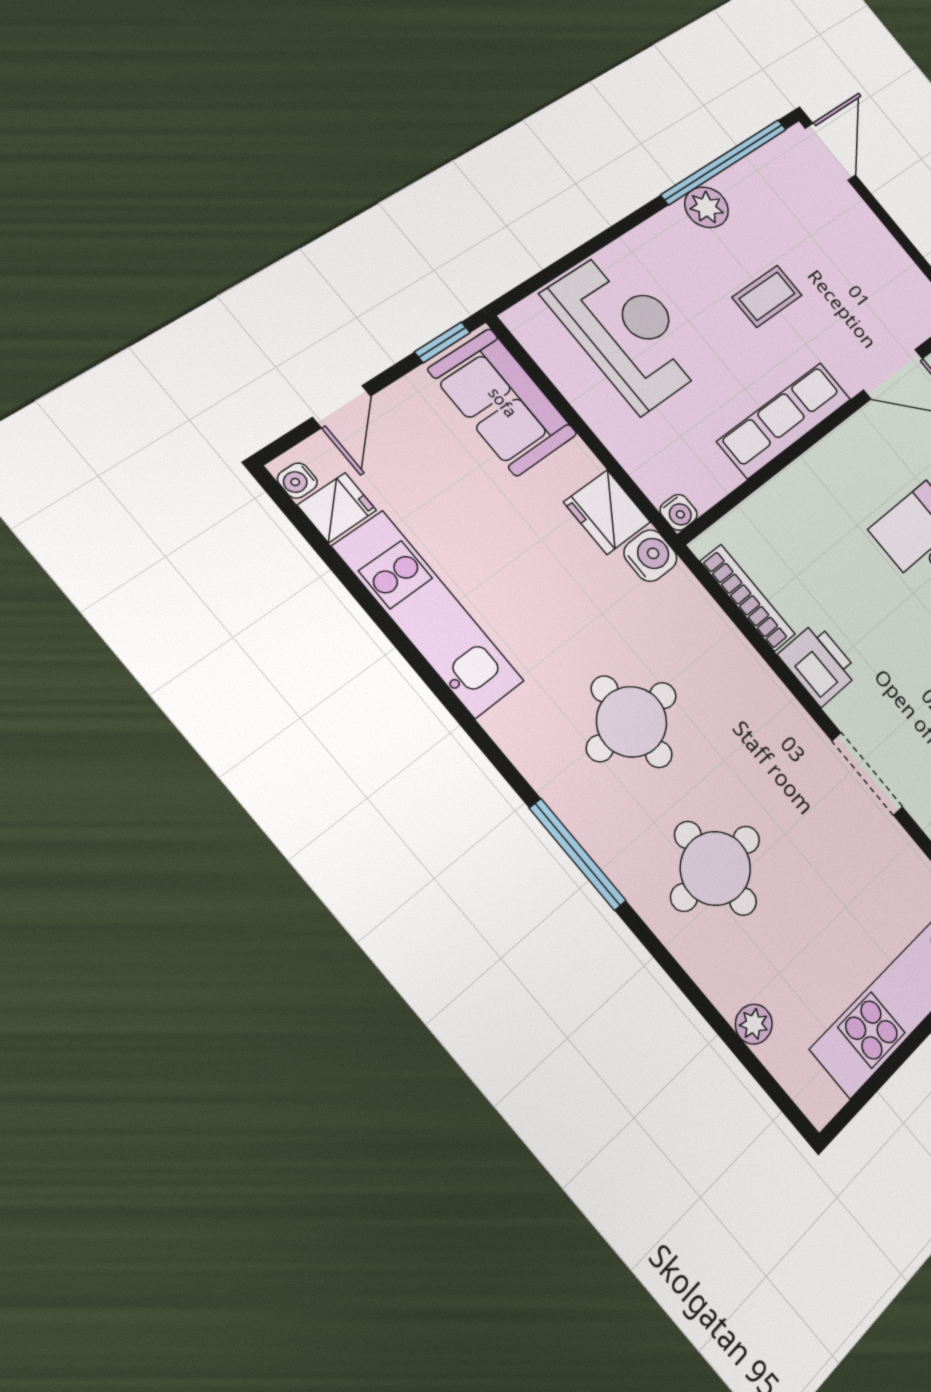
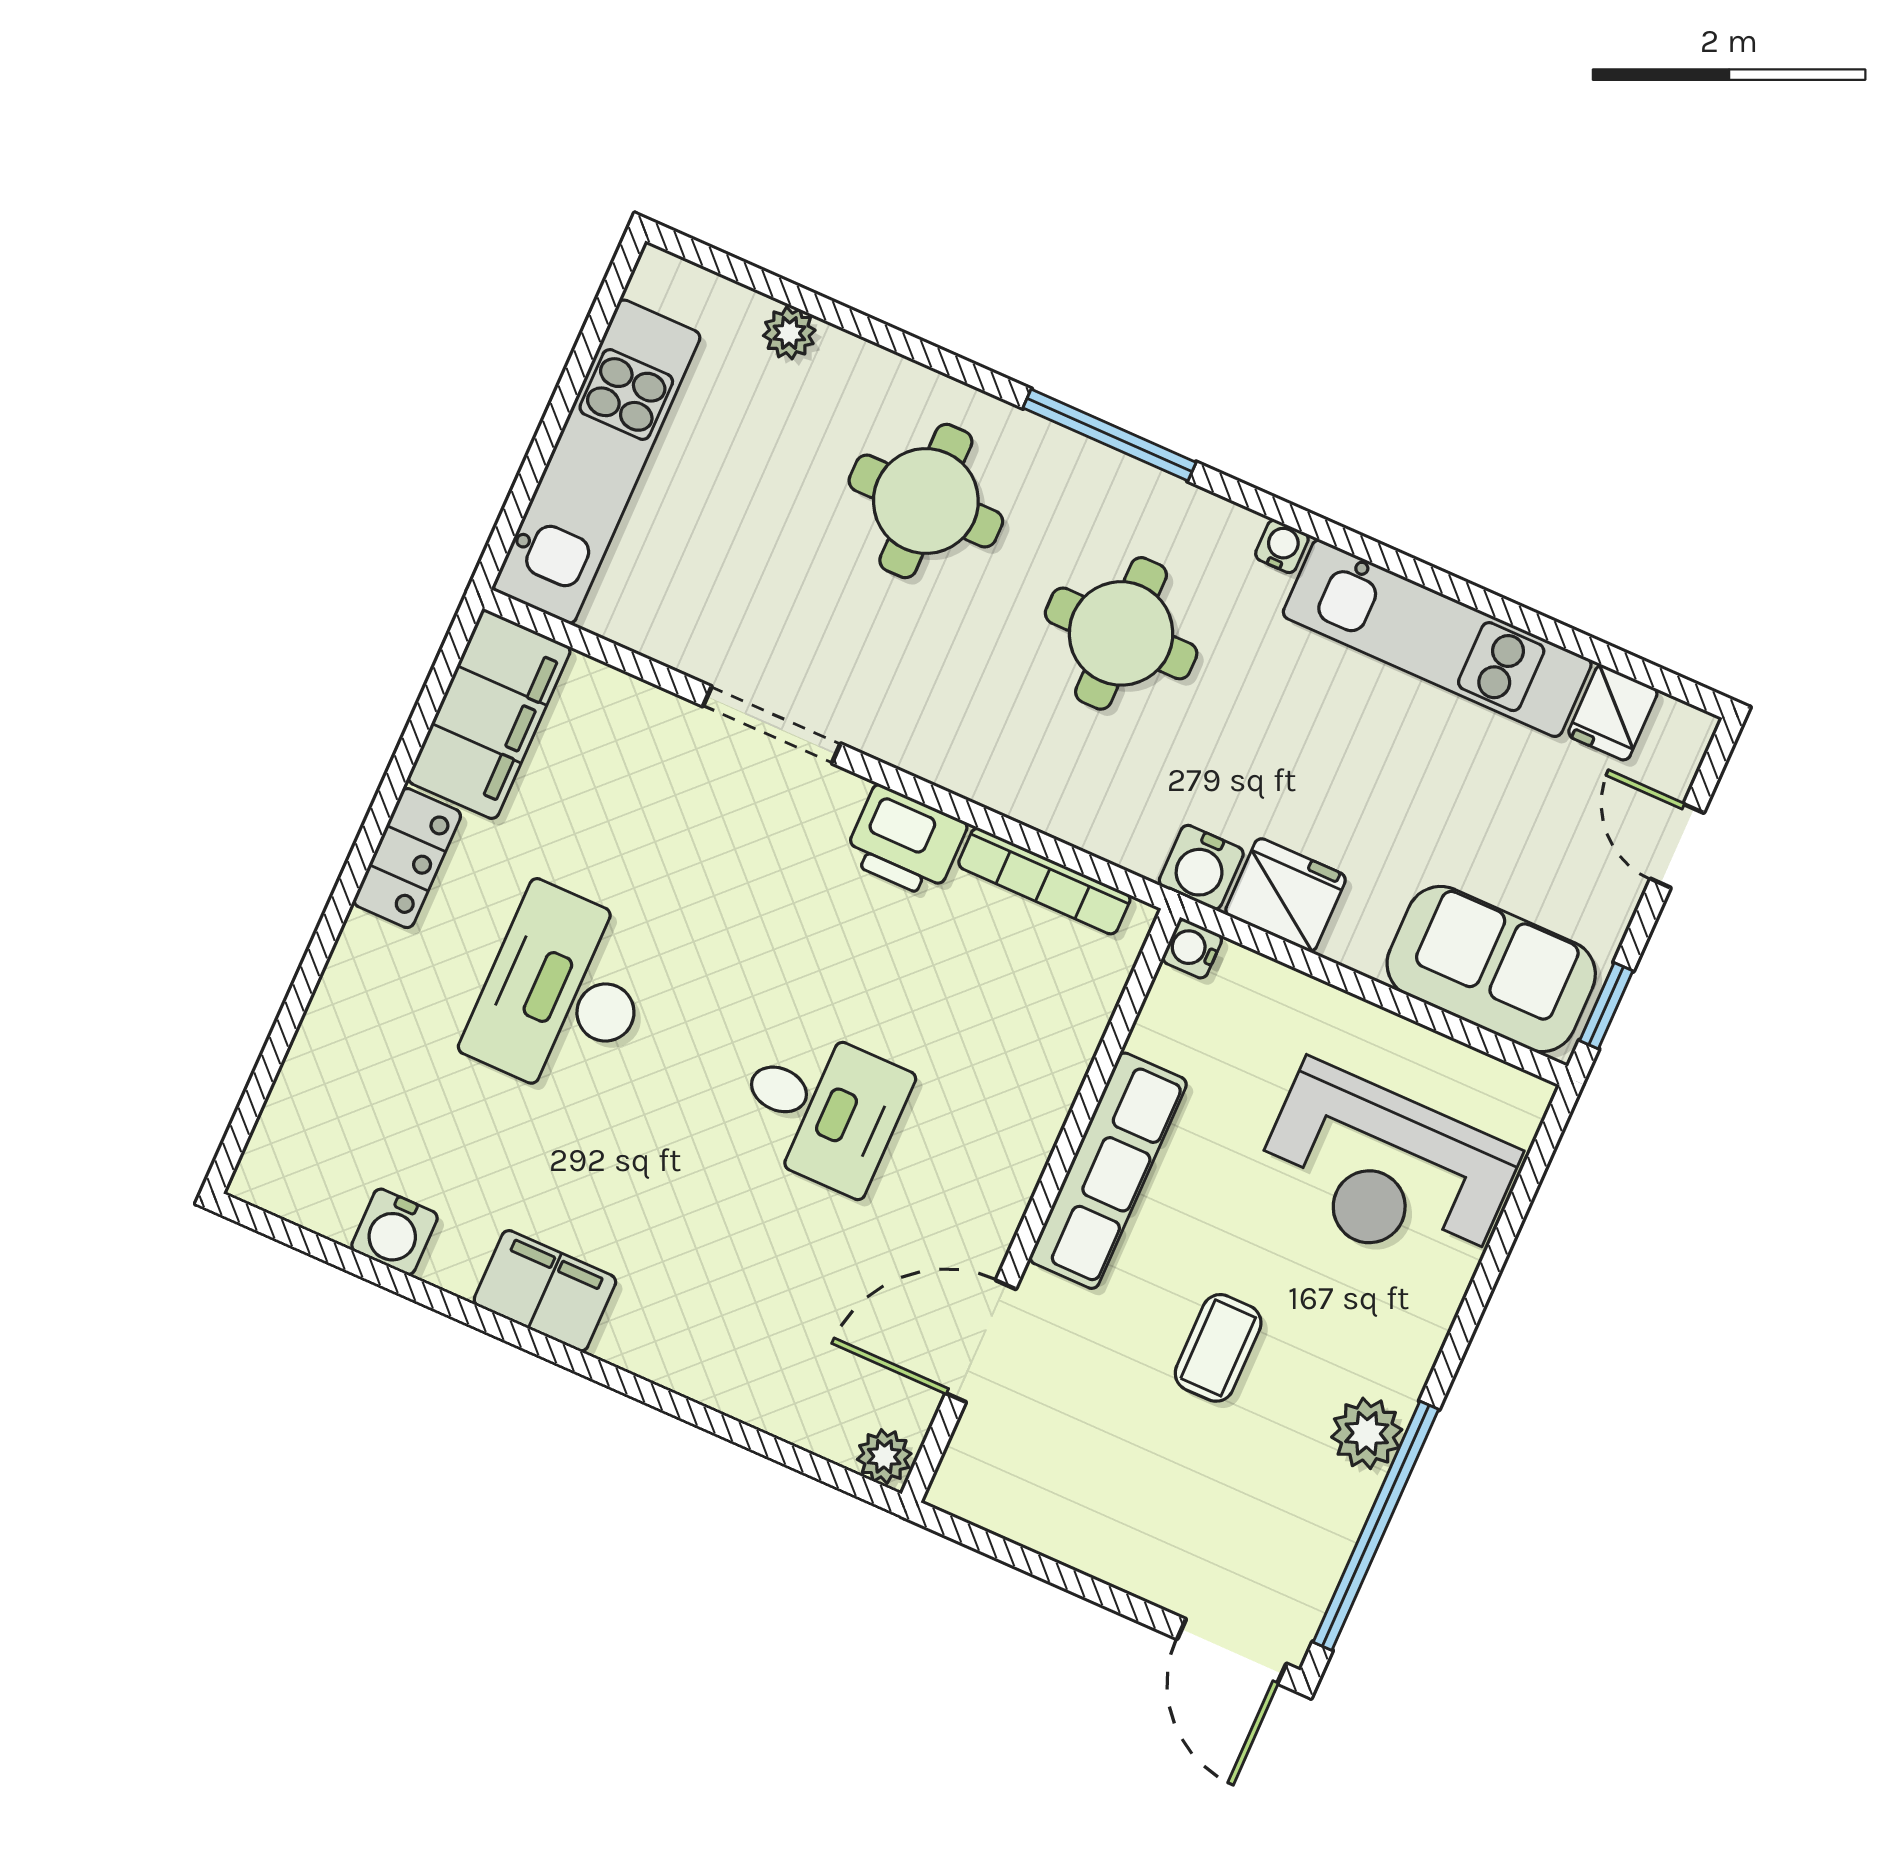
water cooler: (297, 481) -> (1282, 546), moved

